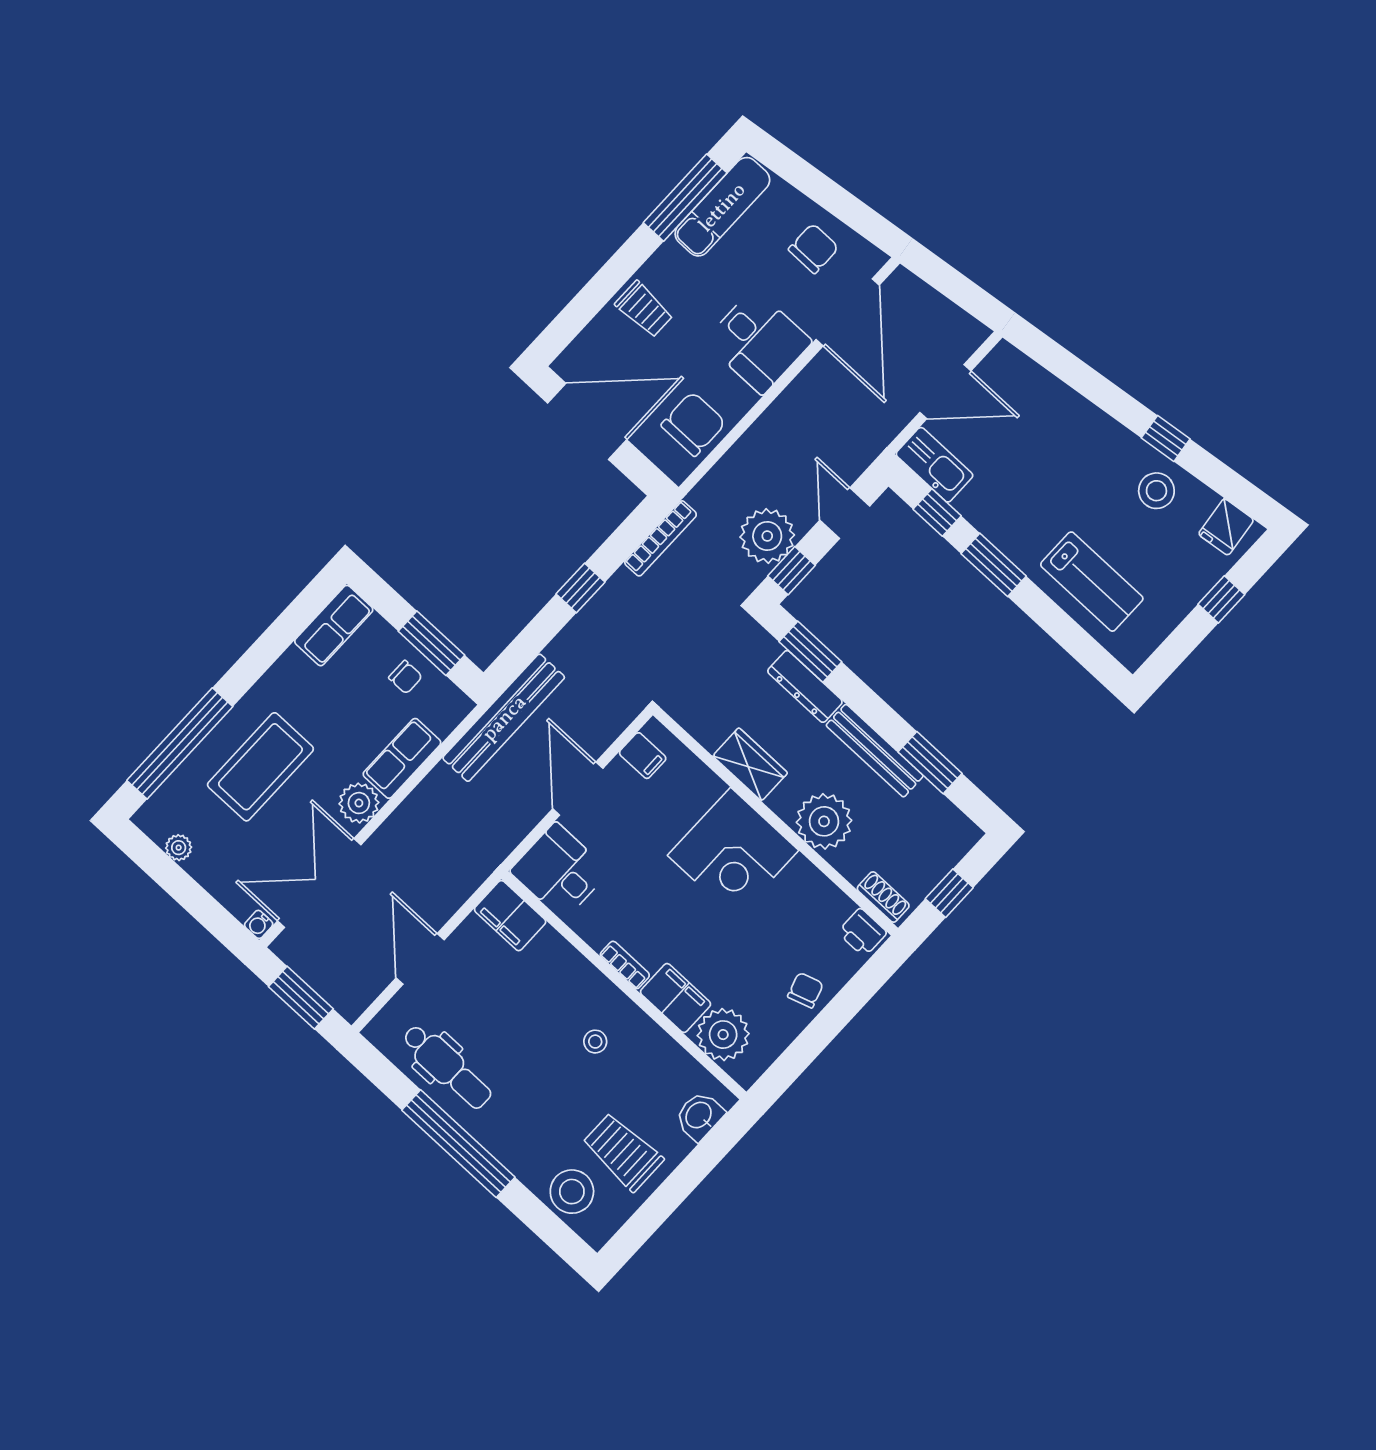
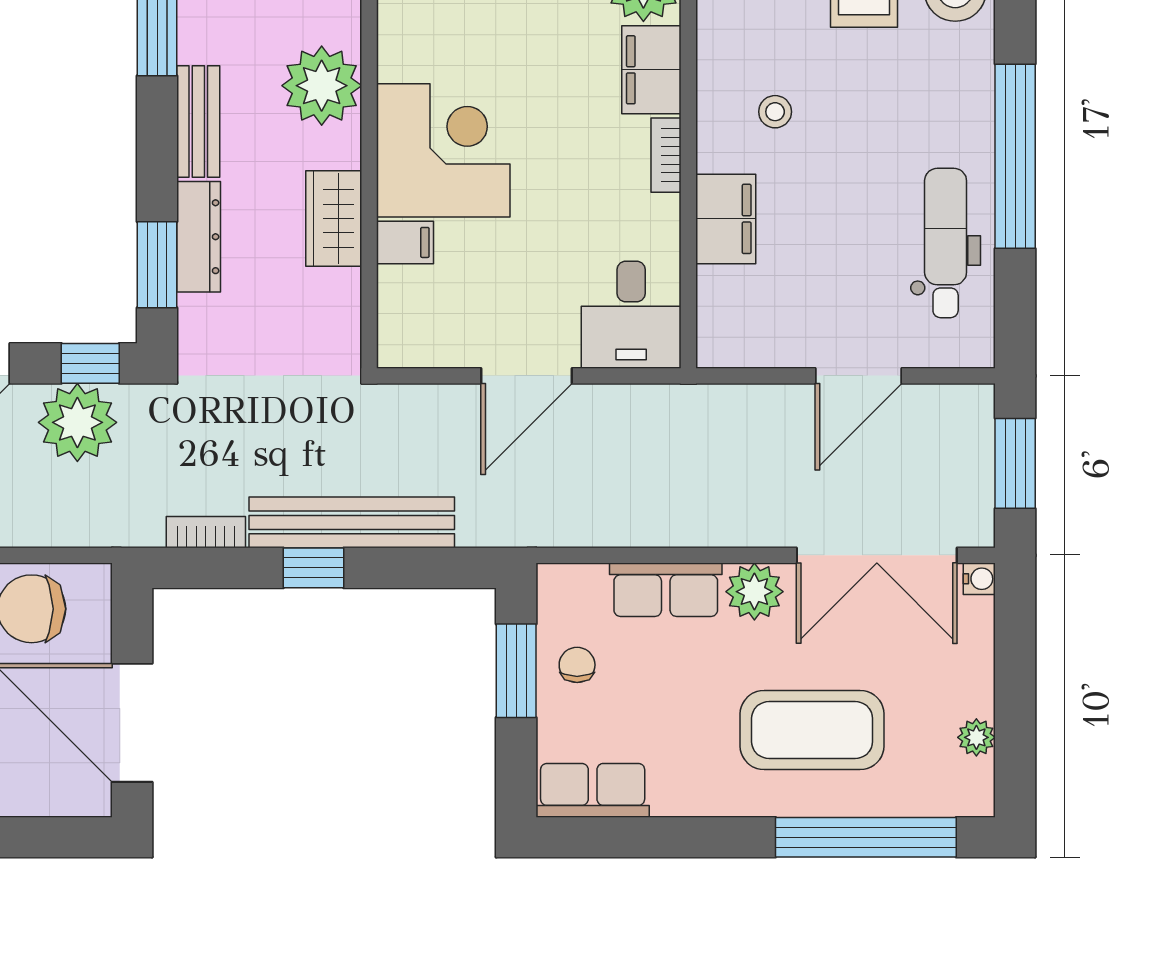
bookcase: (661, 538) -> (206, 532), width x0.64
bench: (504, 718) -> (352, 522), moved
bench: (875, 751) -> (198, 121), width x0.73
filing cabinet: (643, 756) -> (405, 242), moved, turned 90
filing cabinet: (510, 916) -> (726, 219), moved

